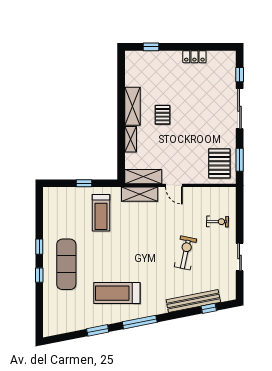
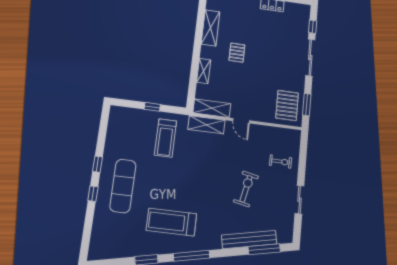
shelving: (132, 106) -> (210, 28), moved
window: (209, 308) -> (264, 249), width x2.17

